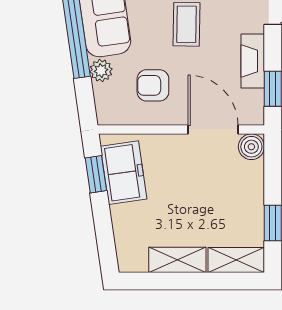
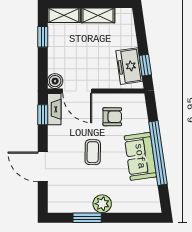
fireplace: (253, 61) -> (54, 109), moved
plant: (101, 71) -> (142, 125), removed

